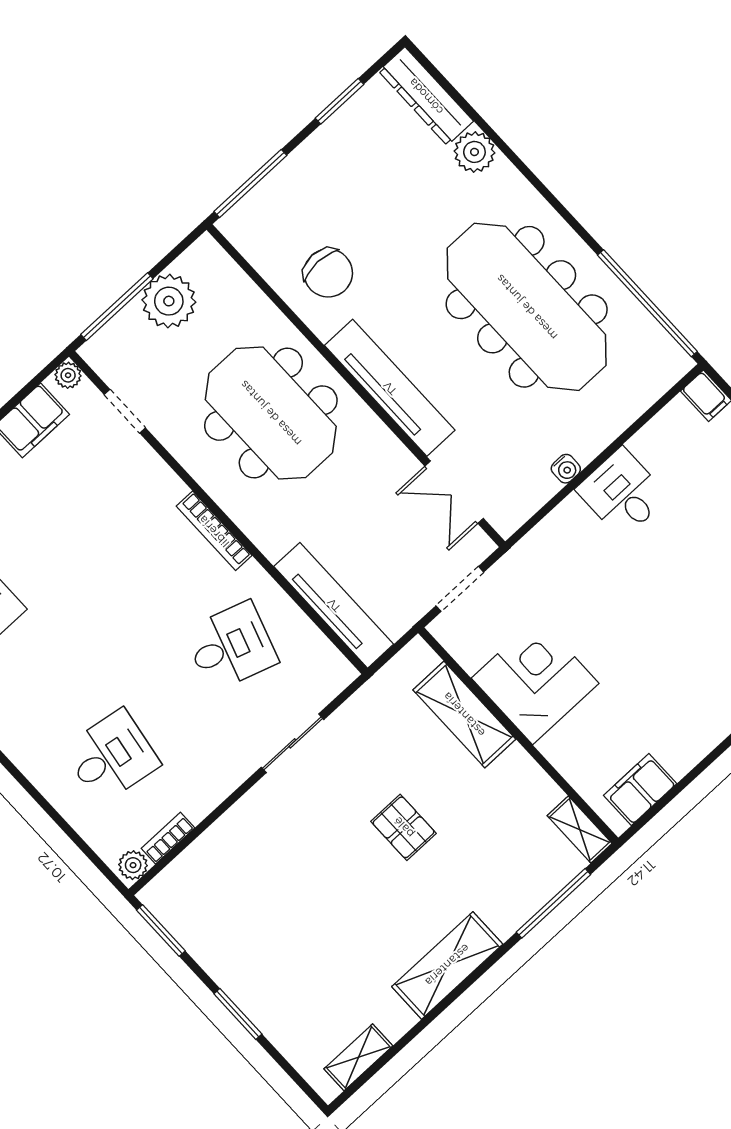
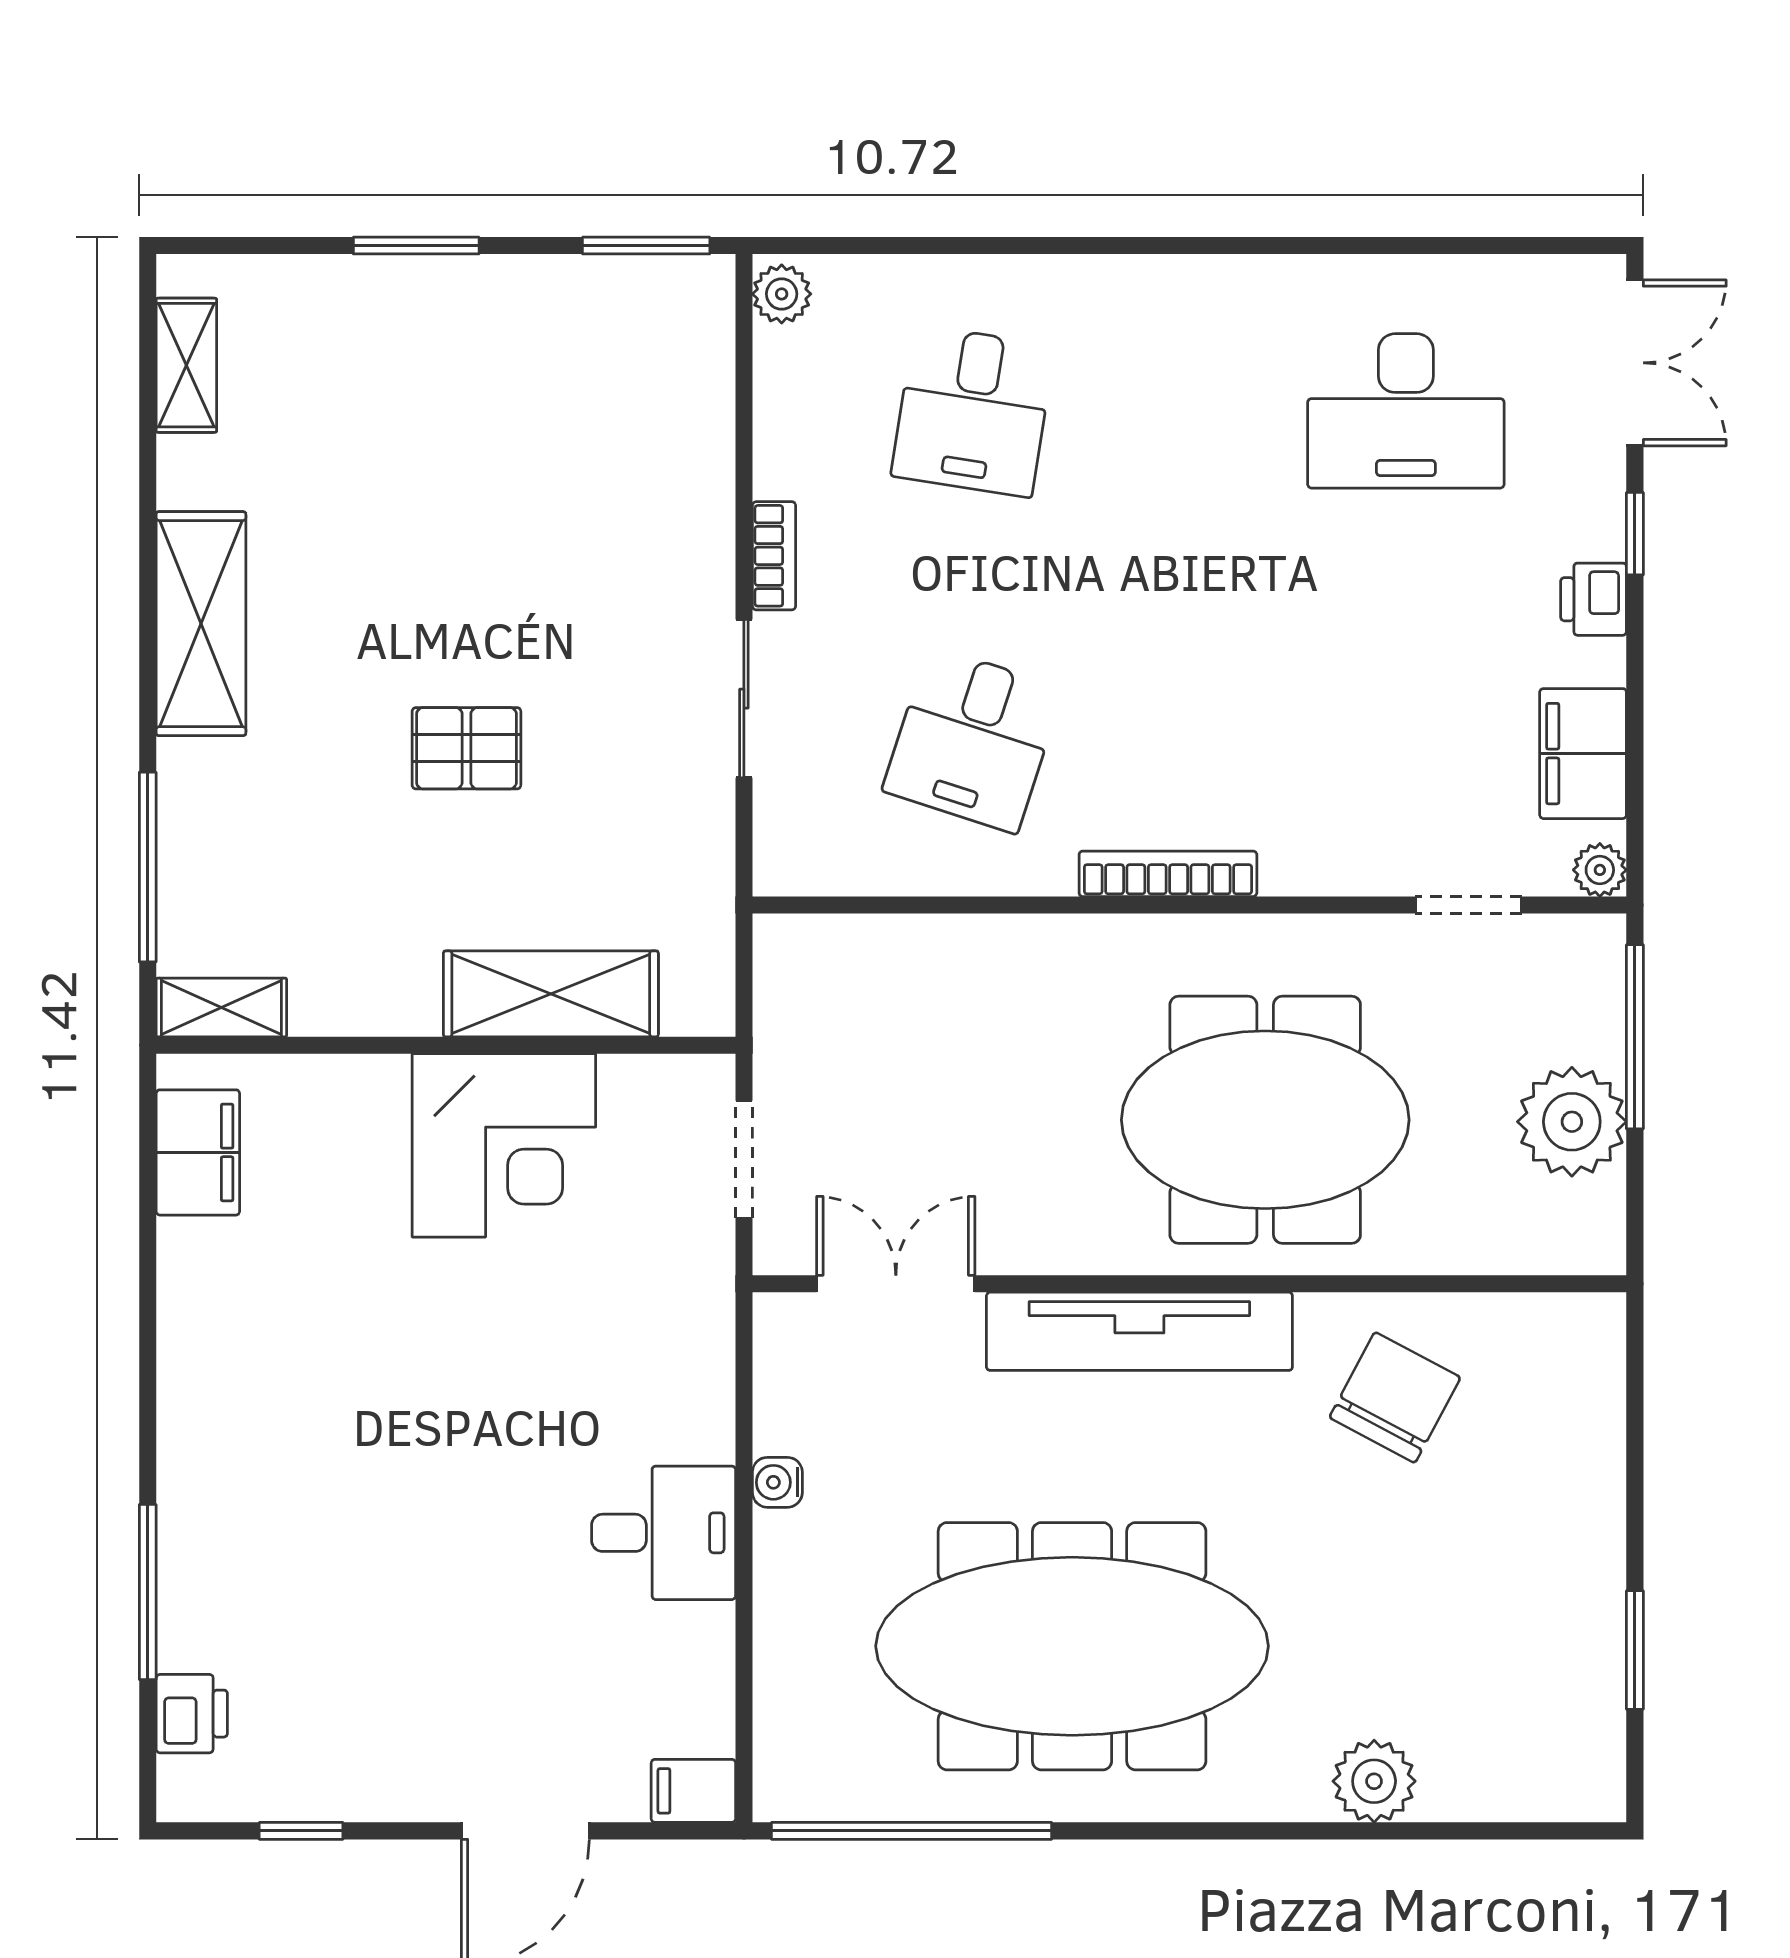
dresser: (426, 96) -> (1524, 1786), removed
window: (250, 183) -> (1635, 1405), removed
chair: (328, 273) -> (1395, 1397), turned 118
tv unit: (334, 605) -> (893, 949), removed
bookcase: (168, 838) -> (774, 556), moved

